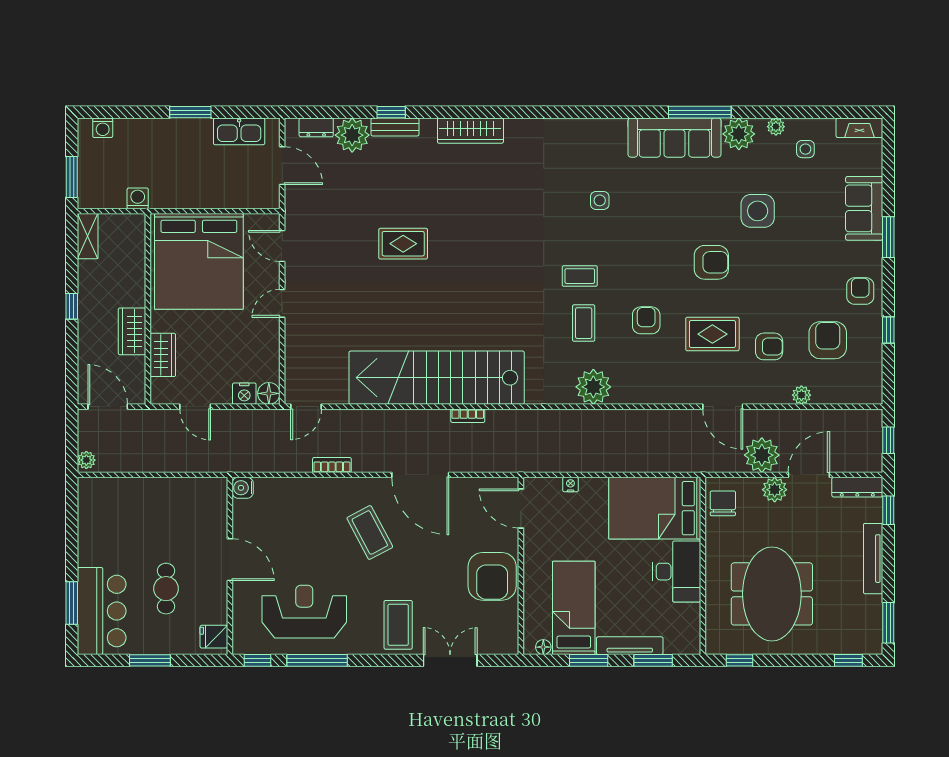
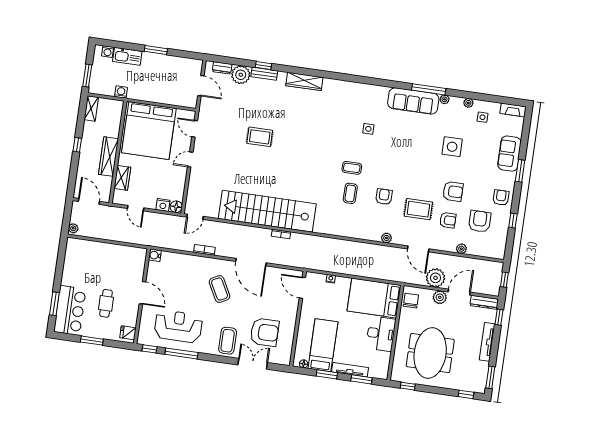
kitchen sink: (239, 131) -> (127, 56), moved
plant: (739, 134) -> (445, 99), width x0.53, depth x0.53
armchair: (711, 262) -> (453, 191), moved
wardrobe: (132, 331) -> (109, 157), width x1.50
plant: (593, 387) -> (386, 238), moved, width x0.53, depth x0.53
armchair: (492, 576) -> (265, 332), moved, turned -90

